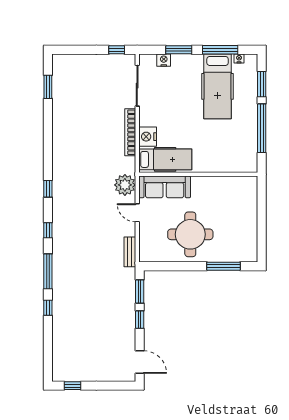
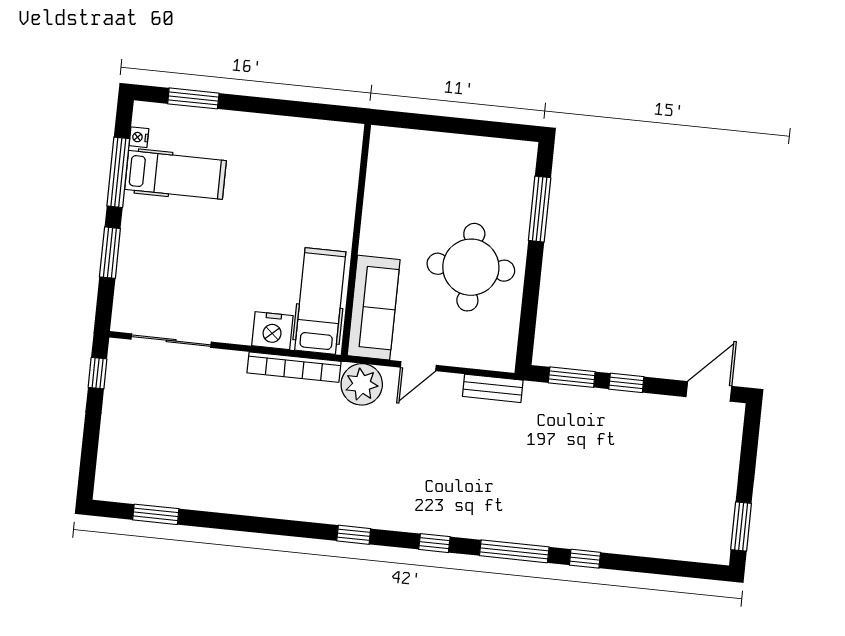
nightstand: (164, 60) -> (127, 284), removed
hospital bed: (218, 86) -> (175, 175), width x0.73, depth x0.78
window: (262, 128) -> (279, 107), removed
bookcase: (130, 132) -> (294, 367), moved
window: (72, 386) -> (741, 526), width x1.50

